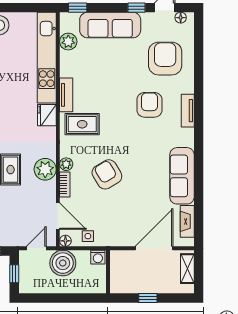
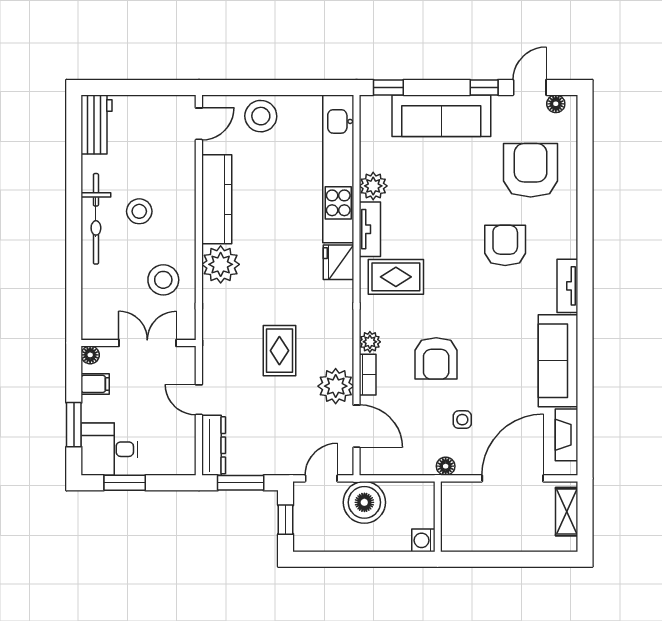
plant: (68, 42) -> (373, 186), moved
tv unit: (188, 111) -> (567, 286), moved
plant: (45, 169) -> (336, 386), moved
armchair: (107, 174) -> (436, 358), turned -149
side table: (88, 236) -> (462, 420), moved
floor lamp: (65, 241) -> (446, 466), moved
washing machine: (98, 257) -> (423, 540), moved, turned 90
window: (148, 298) -> (503, 559), removed

